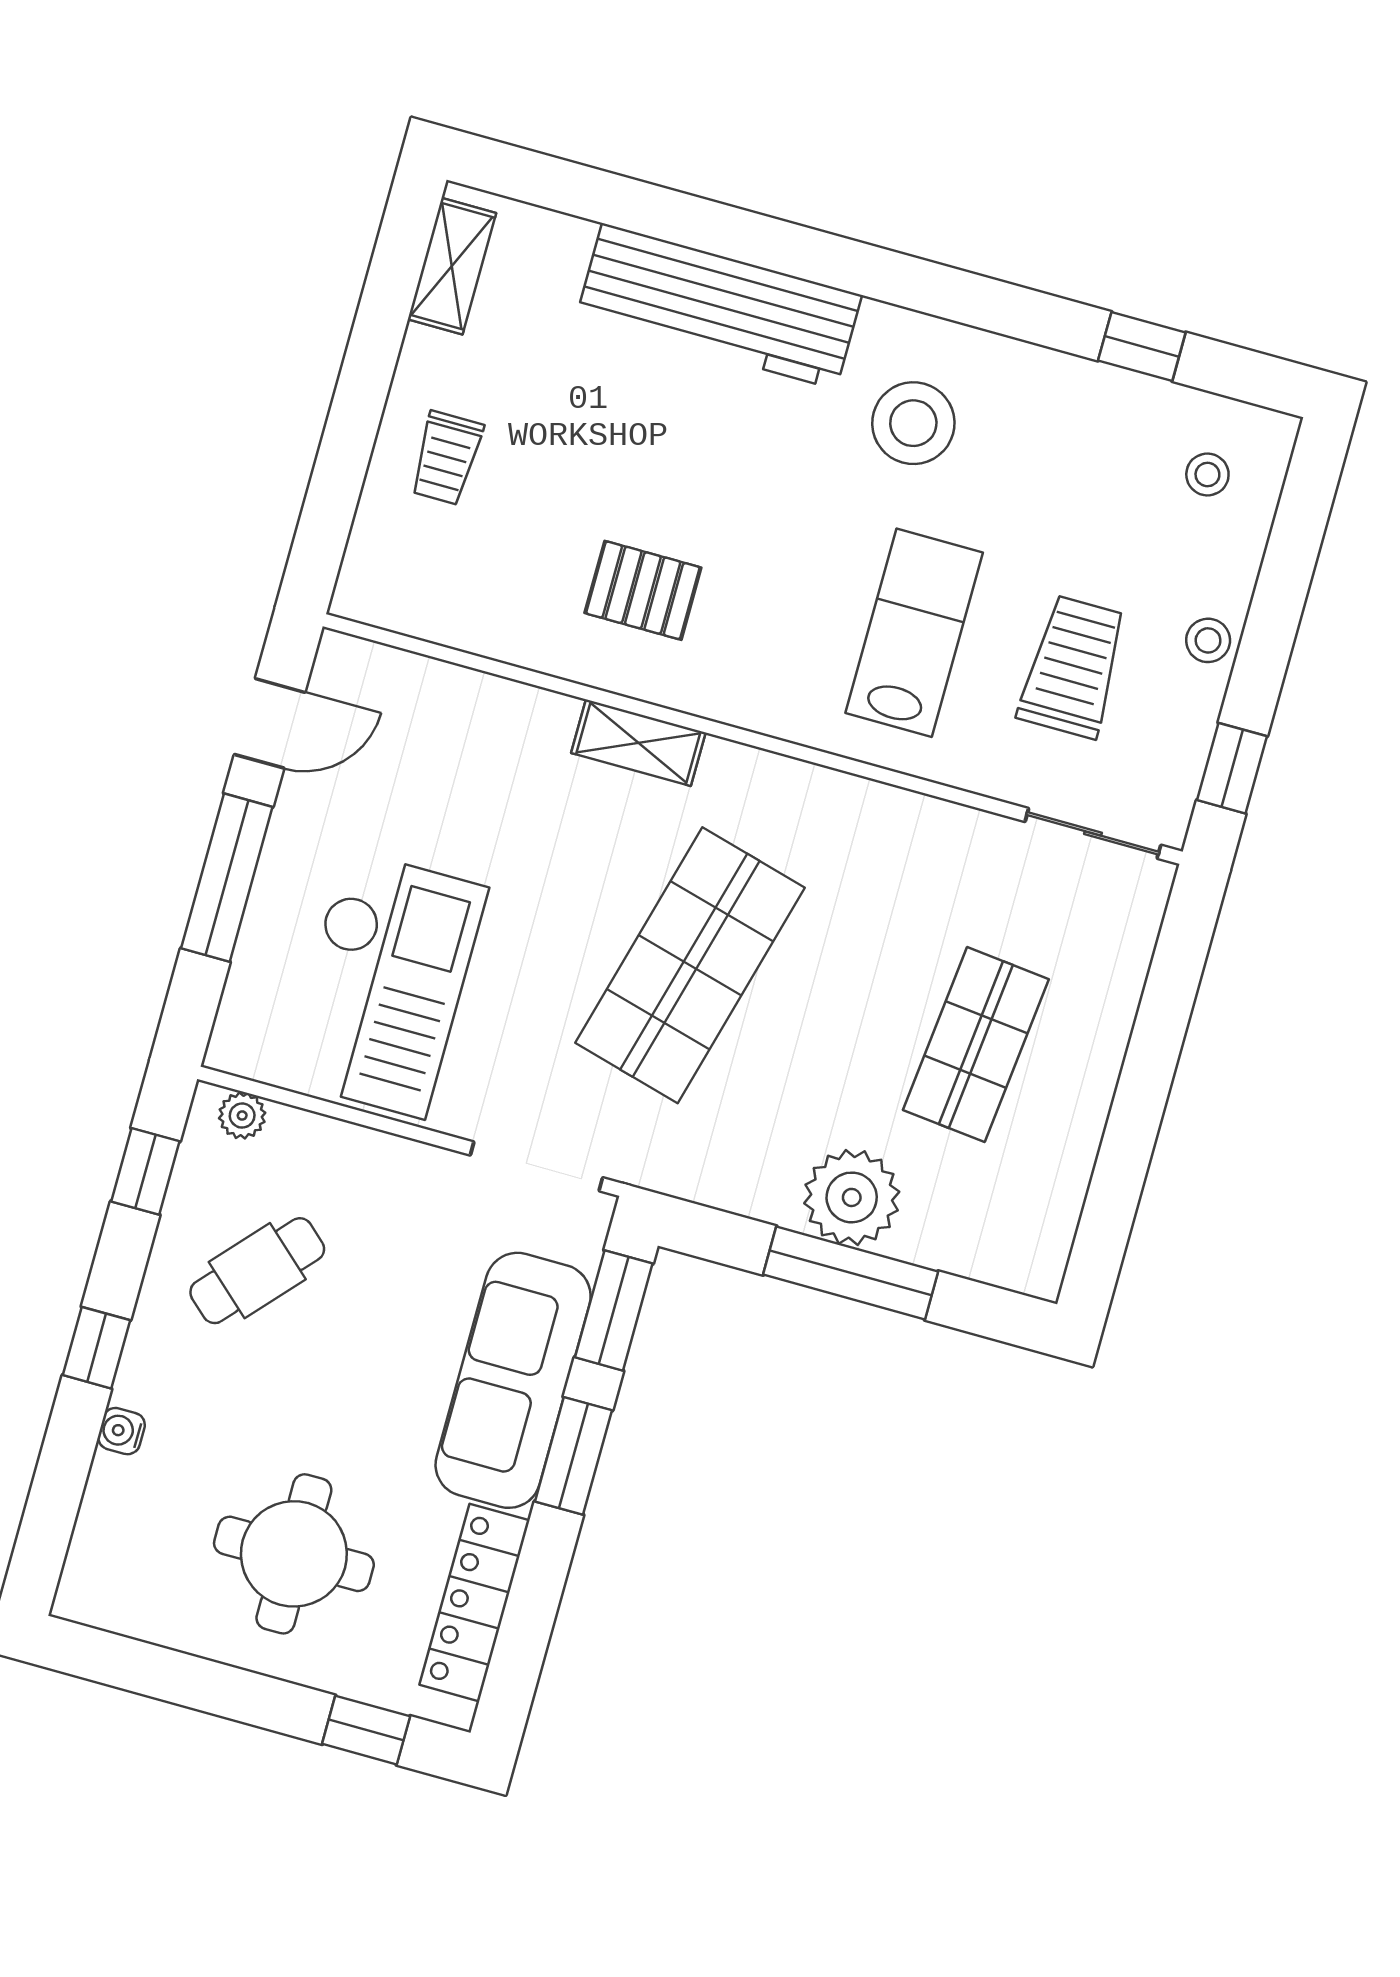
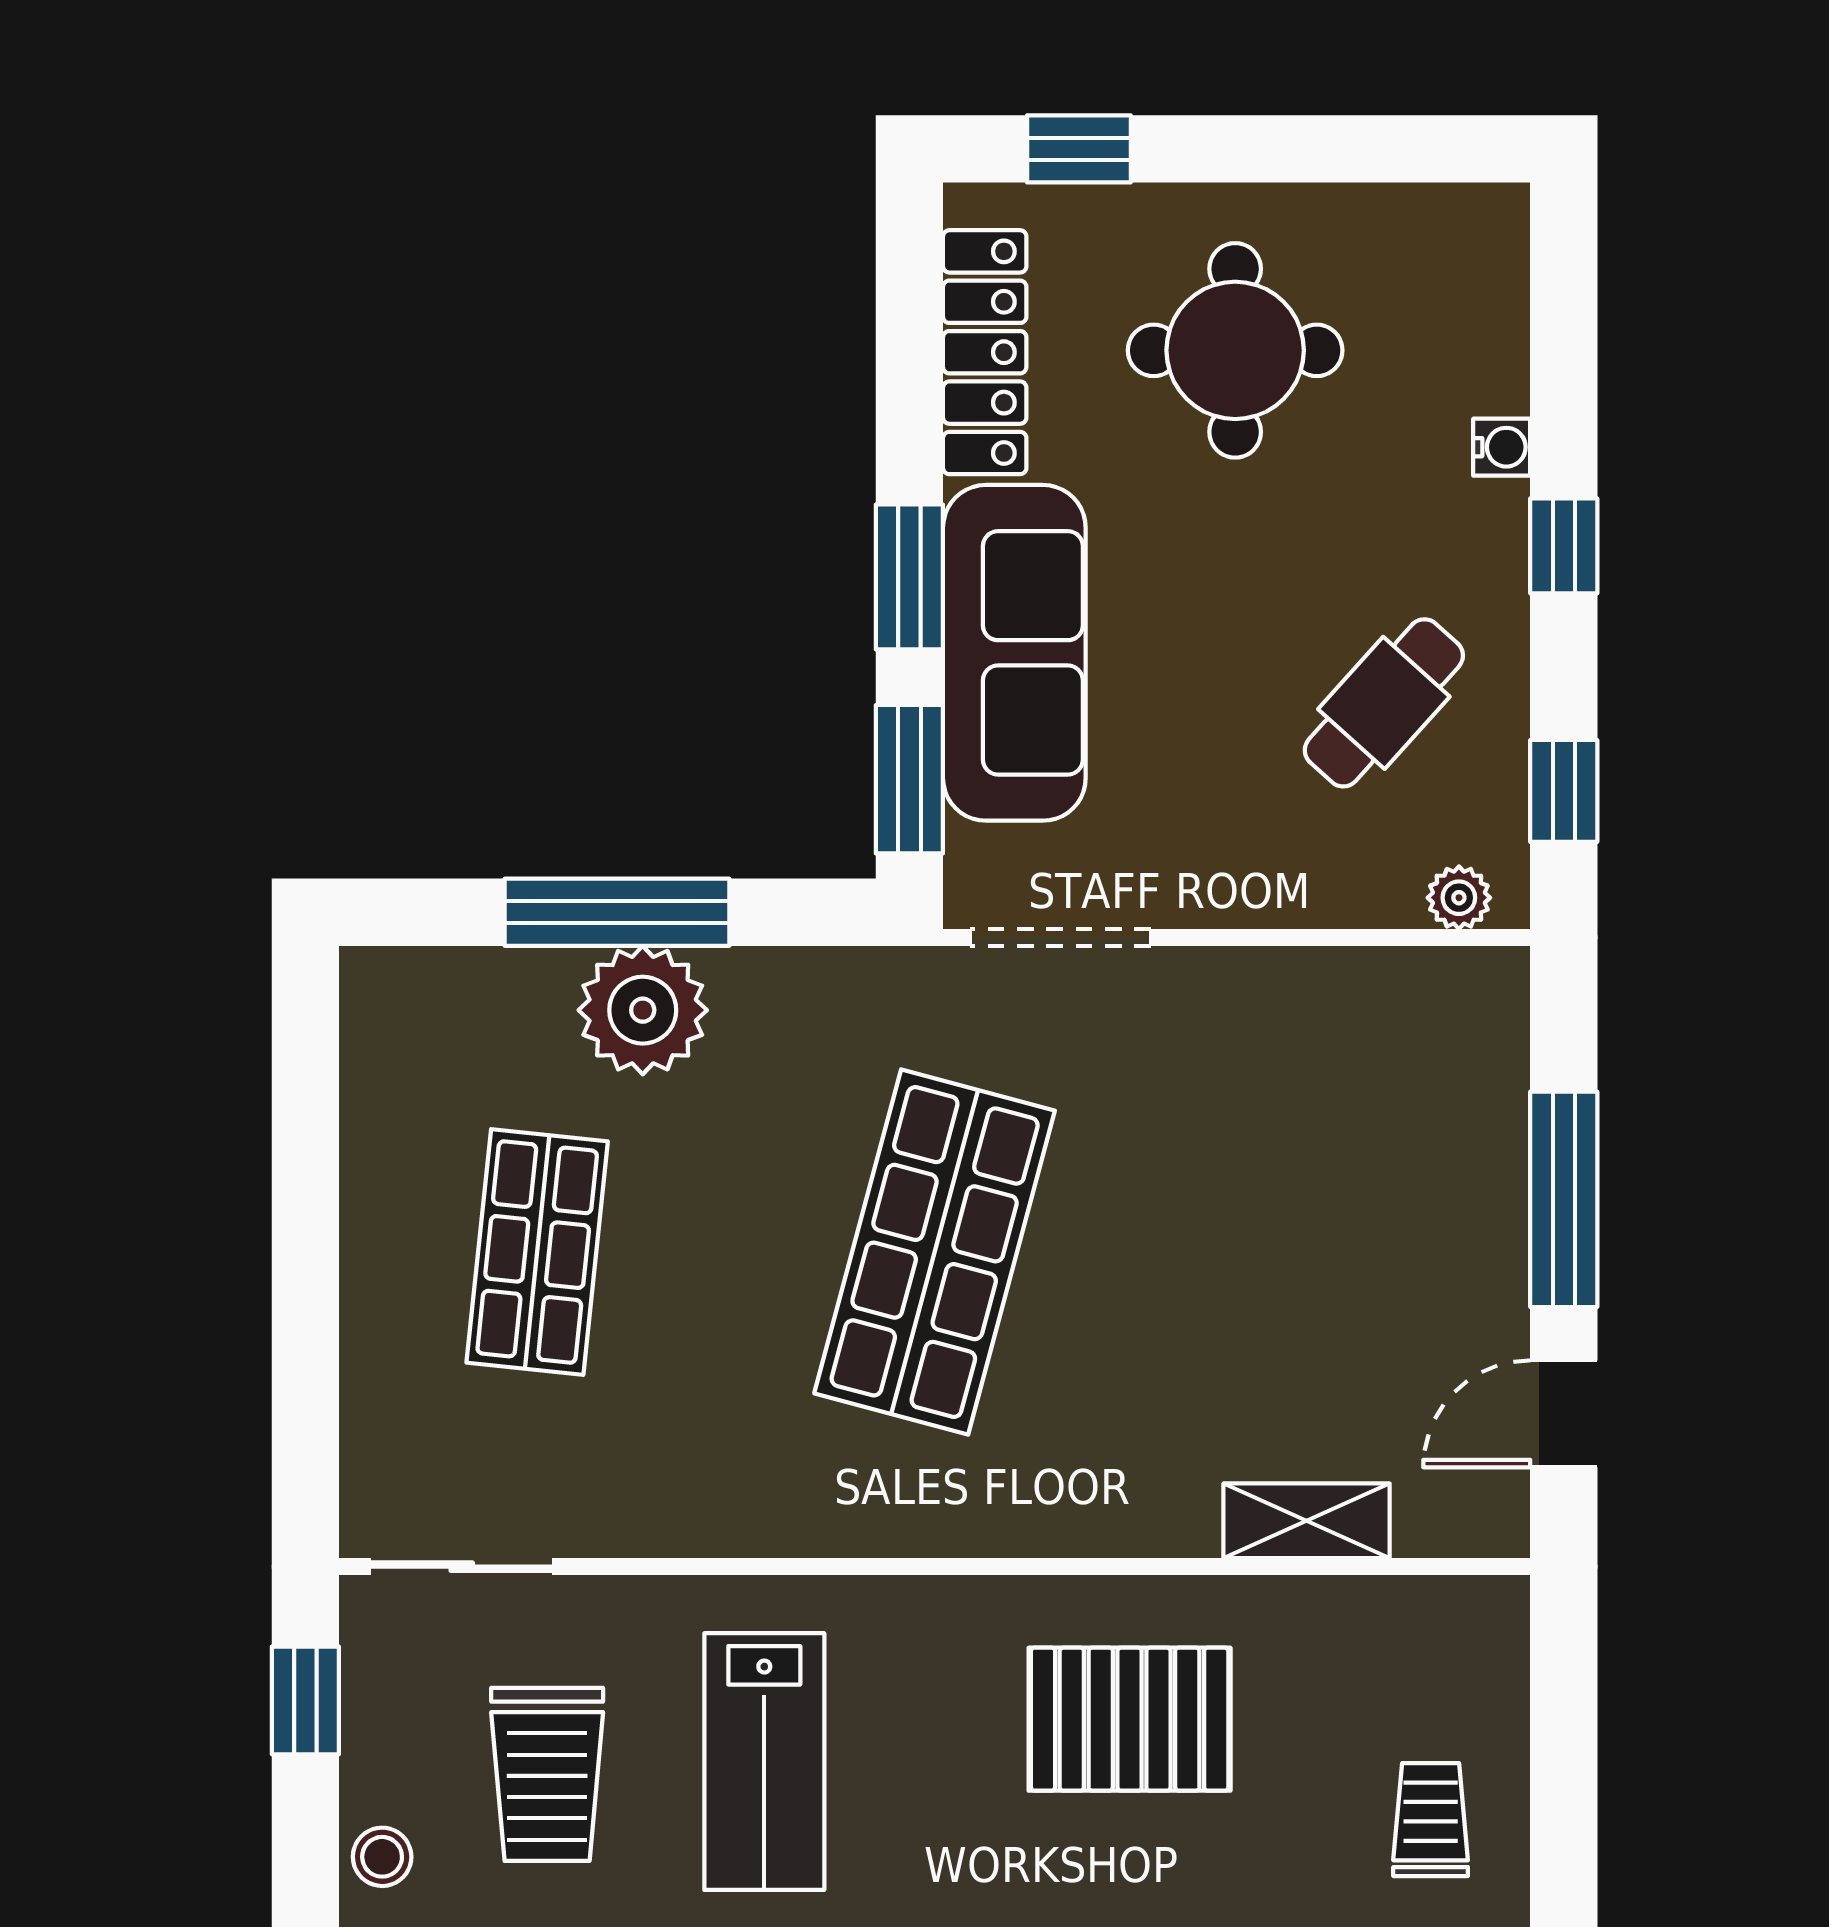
pallet: (643, 590) -> (1130, 1719), width x1.50, depth x1.42
shelving: (638, 743) -> (1307, 1521), moved
checkout: (385, 984) -> (1322, 1119), removed

